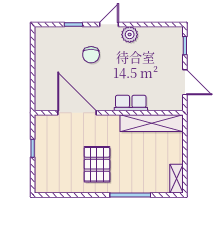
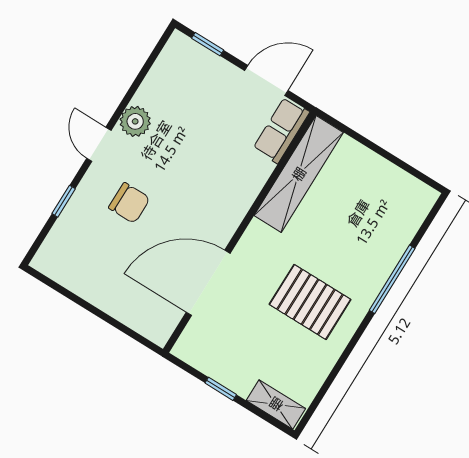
row of seats: (131, 103) -> (281, 130), moved
shelving: (176, 179) -> (276, 404), moved

